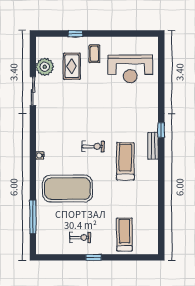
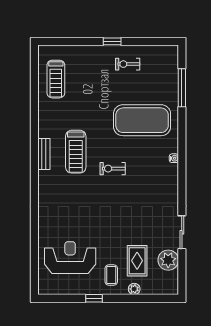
window: (76, 34) -> (94, 298), moved
plant: (74, 42) -> (134, 289), added
window: (161, 130) -> (34, 188), removed
bench: (153, 146) -> (44, 154), moved
treadmill: (124, 234) -> (56, 79), moved

